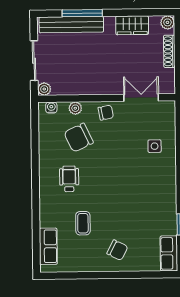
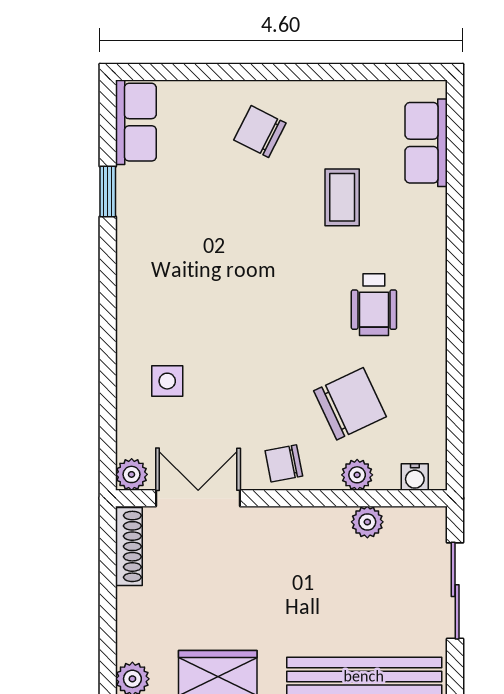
shoe rack: (169, 51) -> (129, 546), moved
plant: (44, 89) -> (367, 522), moved
double door: (141, 98) -> (198, 498), swing flipped
plant: (169, 107) -> (132, 474), added

